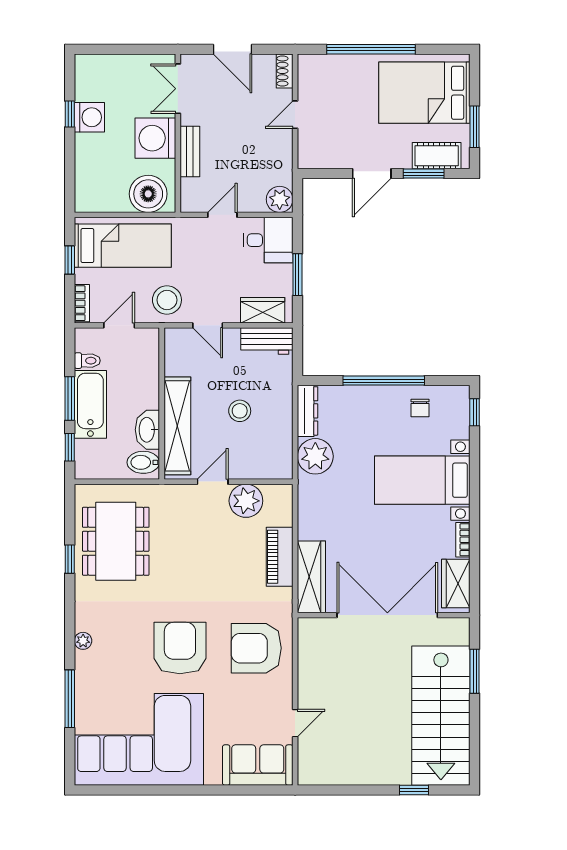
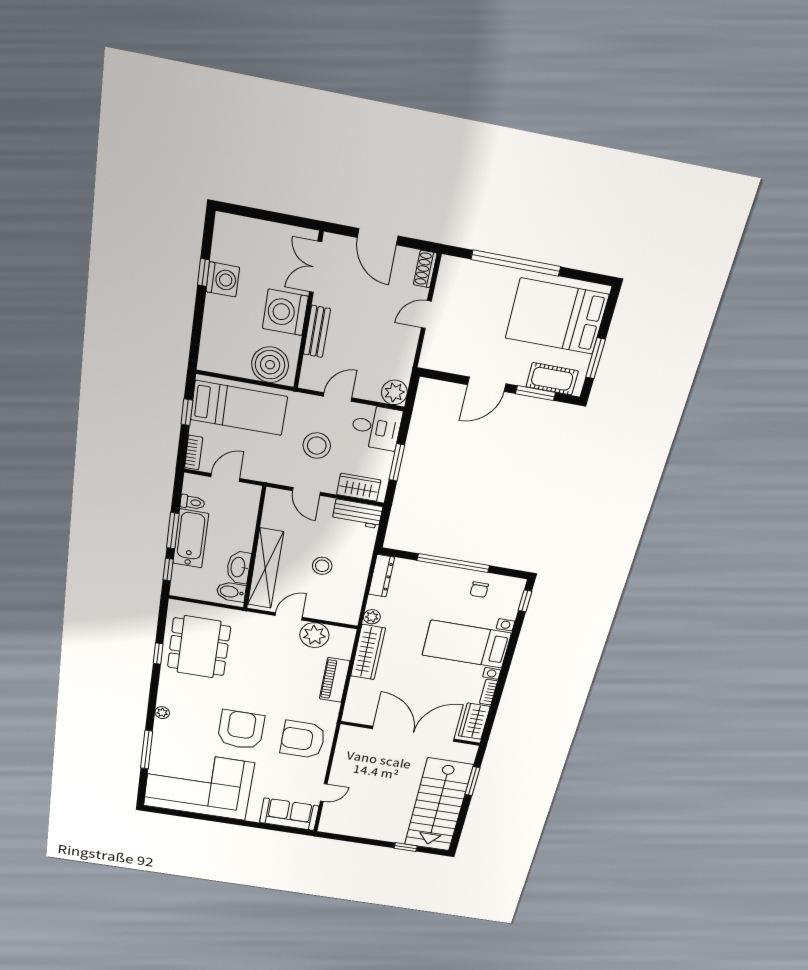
stool: (167, 300) -> (317, 446), moved
plant: (315, 456) -> (372, 617), width x0.53, depth x0.53
wardrobe: (311, 577) -> (368, 652), moved

